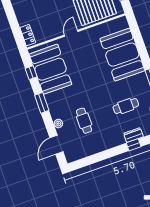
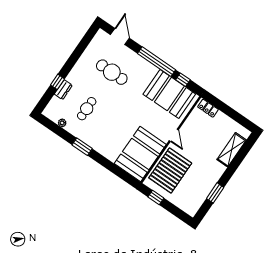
booth: (122, 55) -> (140, 154), moved, turned 90
window: (42, 103) -> (157, 62), width x2.11
cafe table: (84, 121) -> (112, 72), width x1.37, depth x1.35
plant: (58, 124) -> (131, 55), removed

